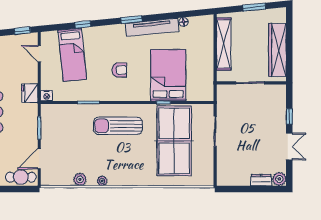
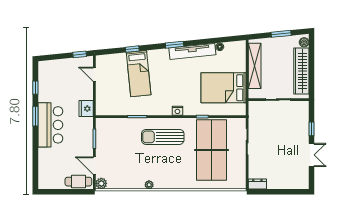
boiler: (281, 17) -> (304, 42), added
bed: (72, 55) -> (139, 74), moved
armchair: (119, 70) -> (164, 88), removed
bed: (168, 75) -> (223, 88), moved, turned -90
nightstand: (47, 96) -> (177, 111), moved
door: (39, 159) -> (94, 166), hinge flipped
plant: (80, 179) -> (101, 183), moved
plant: (279, 179) -> (303, 183), removed
dresser: (261, 180) -> (257, 184), moved

